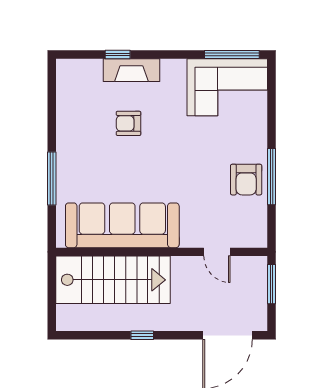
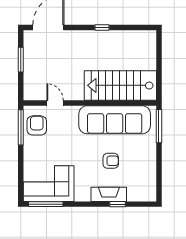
sofa: (122, 225) -> (115, 120), moved
wall: (162, 252) -> (90, 103), moved
door: (217, 252) -> (55, 103), moved
stairs: (113, 280) -> (120, 85), moved

